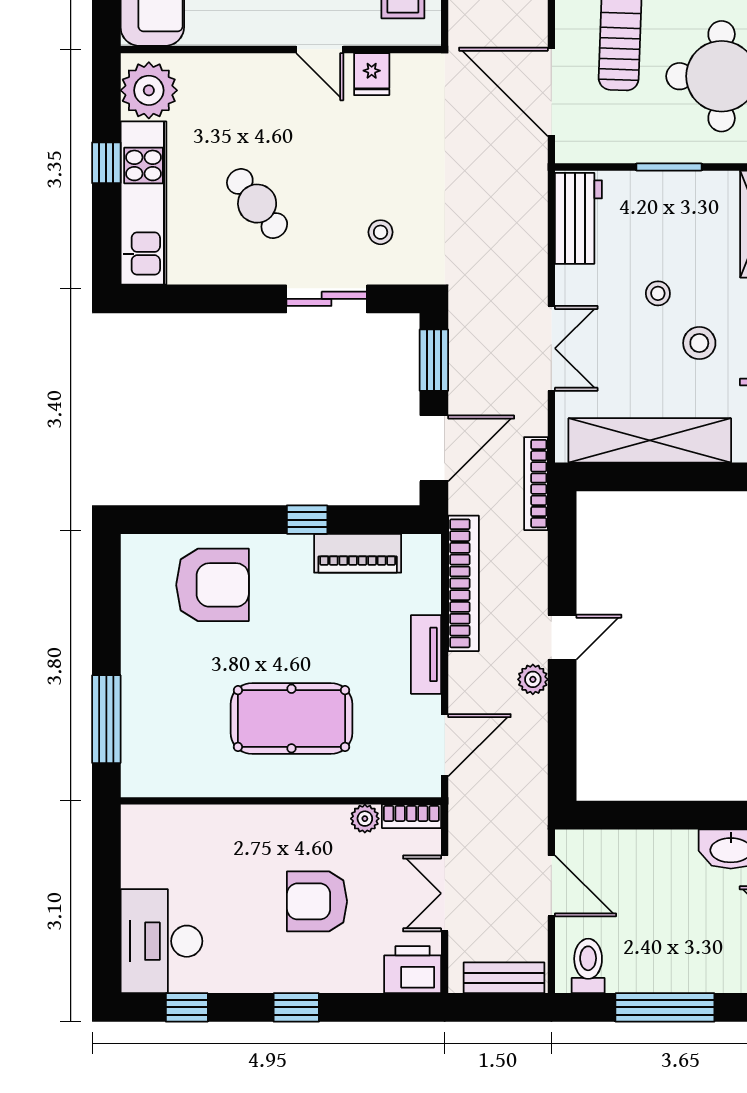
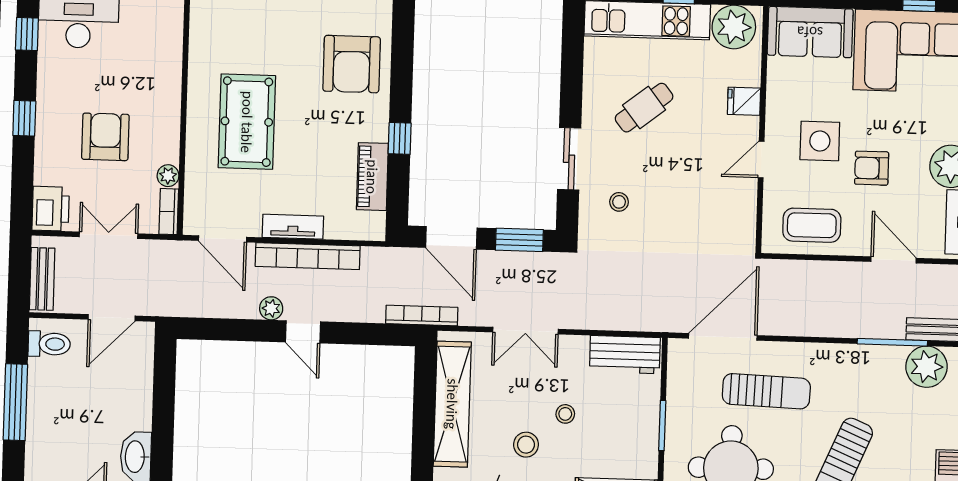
fridge: (372, 74) -> (744, 101), moved
bookcase: (464, 583) -> (308, 256), moved

